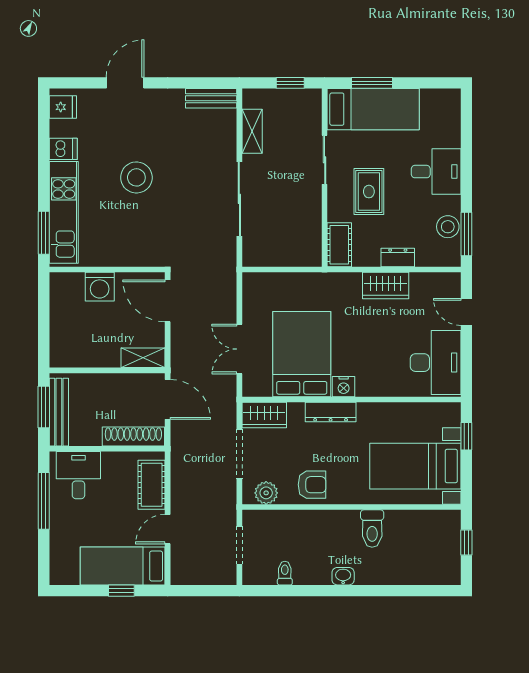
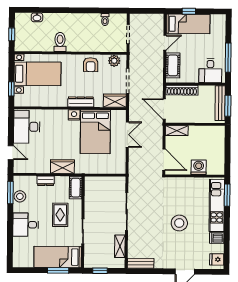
wardrobe: (386, 286) -> (62, 167), moved
armchair: (312, 485) -> (91, 65), turned -90
washbasin: (343, 576) -> (37, 17), moved

